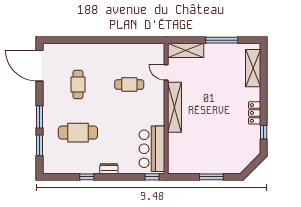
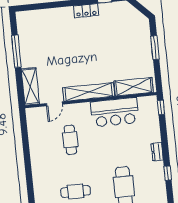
shelving: (253, 68) -> (134, 87), moved
bar counter: (152, 149) -> (115, 112), moved

